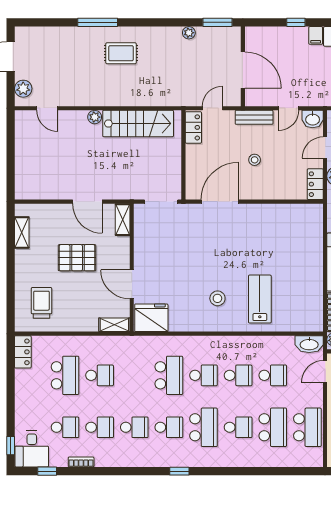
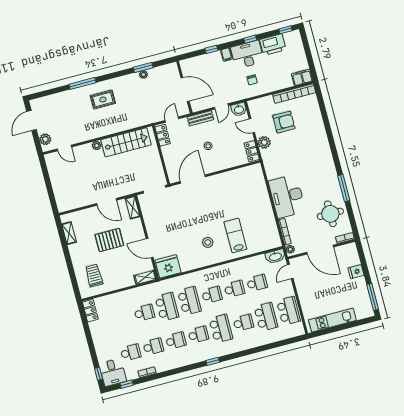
window: (217, 22) -> (143, 67), moved
door: (325, 148) -> (252, 126), hinge flipped
school desk: (65, 375) -> (167, 307), moved

